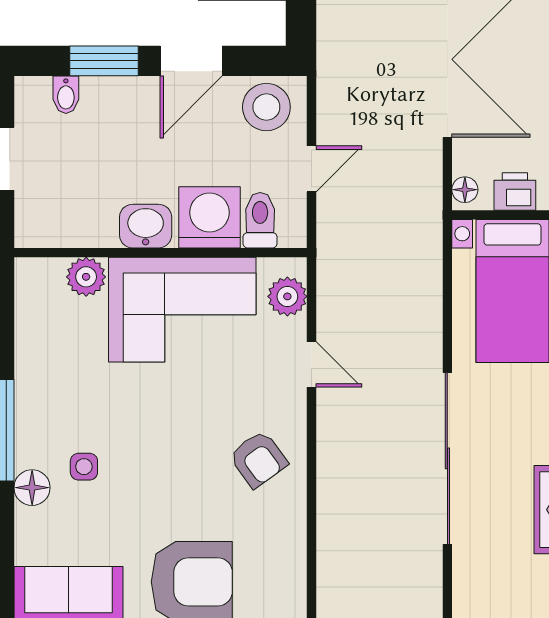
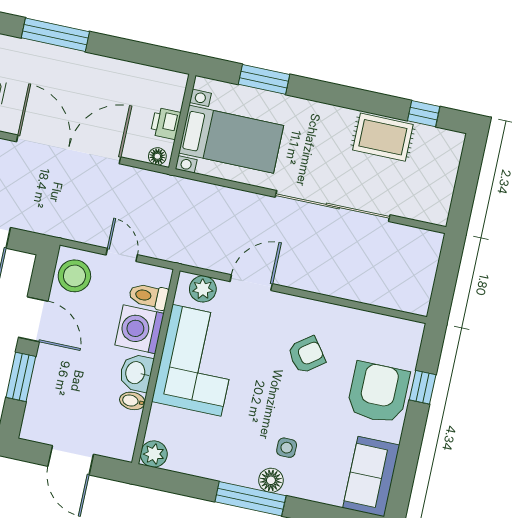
bidet: (66, 95) -> (132, 401), moved, turned 180
plant: (86, 277) -> (154, 454), moved
door: (311, 364) -> (251, 283), width x1.37
armchair: (258, 459) -> (307, 355), moved
floor lamp: (32, 488) -> (271, 480), moved

